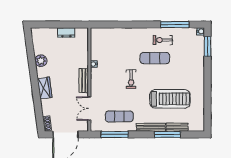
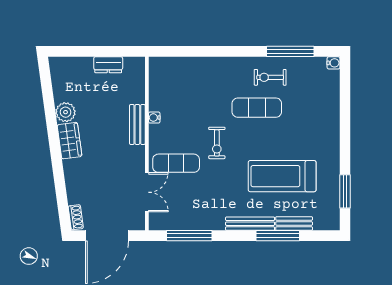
window: (207, 46) -> (345, 191), moved
bench: (84, 81) -> (137, 124), moved
wardrobe: (45, 88) -> (70, 141), moved
treadmill: (170, 99) -> (282, 176), turned 180
double door: (89, 109) -> (147, 192), swing flipped
exercise mat: (119, 116) -> (176, 163), moved

